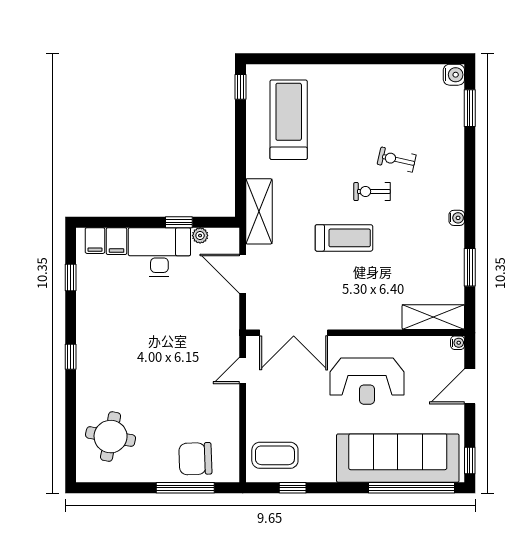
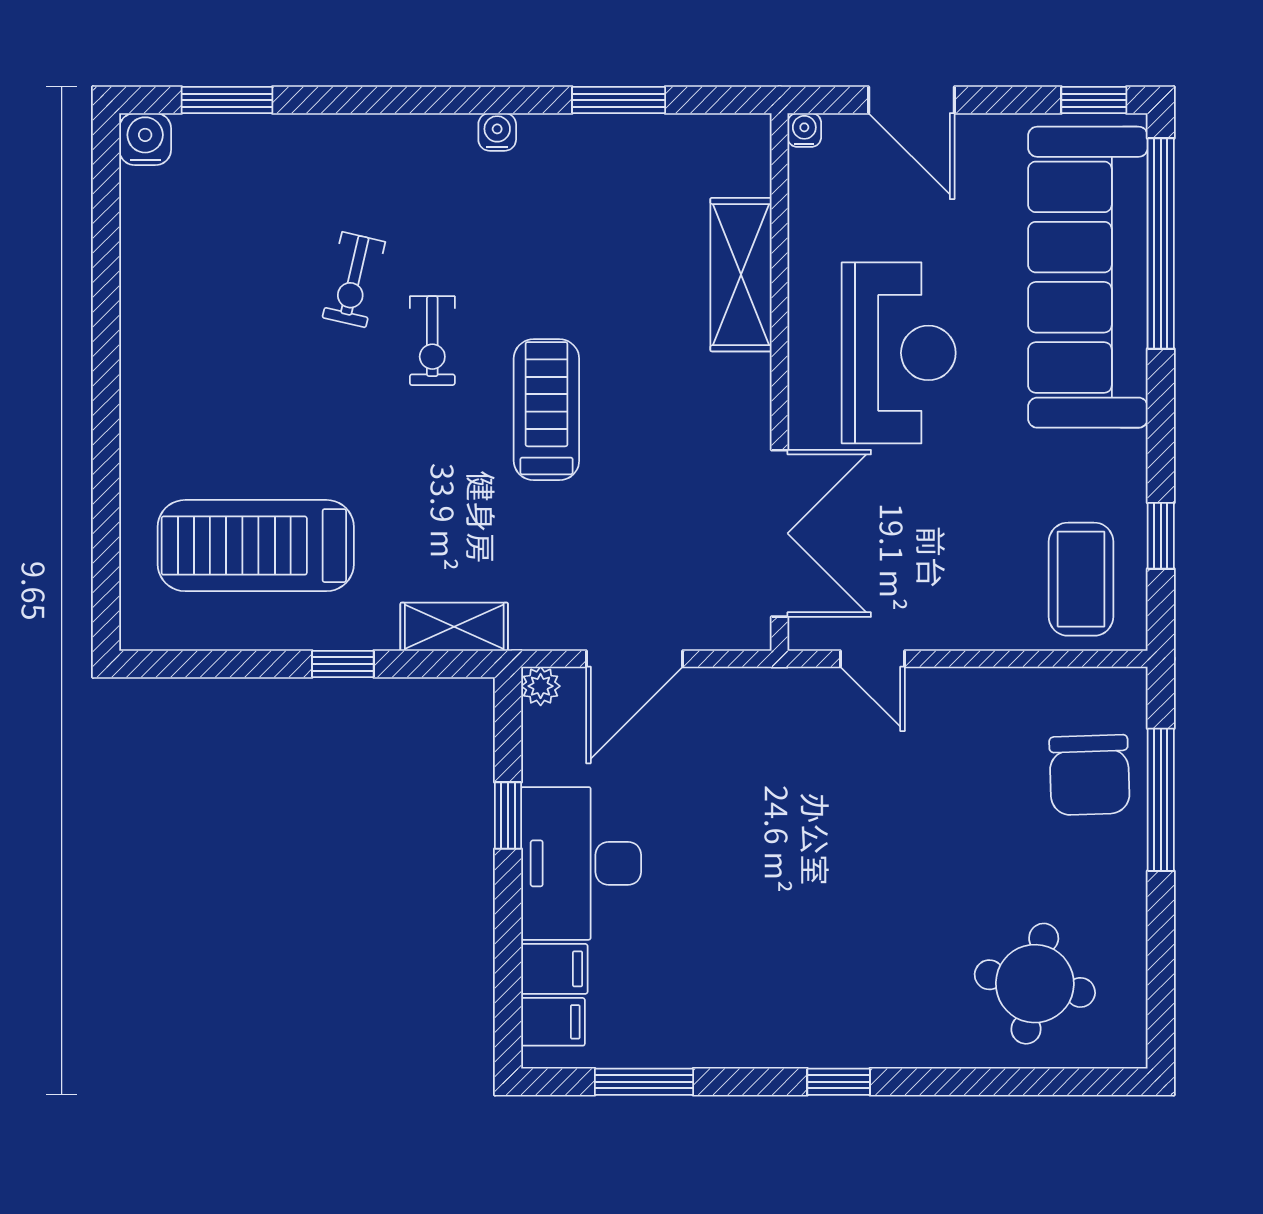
window: (240, 87) -> (343, 664), moved
shelving: (259, 211) -> (454, 627), width x0.67, depth x0.75
plant: (200, 236) -> (541, 686), moved
window: (71, 278) -> (644, 1082), width x1.50
shelving: (433, 317) -> (741, 275), moved

